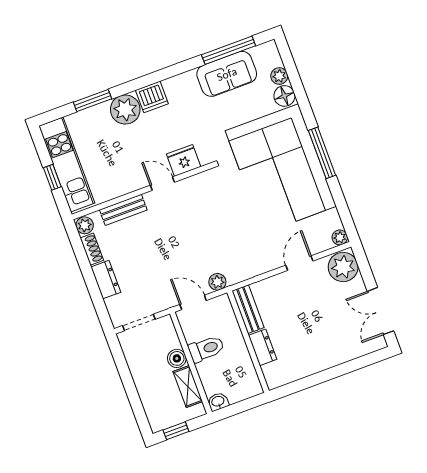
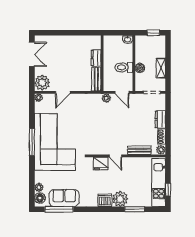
floor lamp: (284, 96) -> (40, 198), moved
window: (52, 177) -> (168, 190), moved
shelving: (188, 387) -> (161, 68), moved

